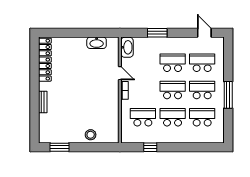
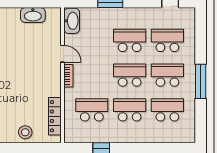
locker: (114, 122) -> (55, 116), added

